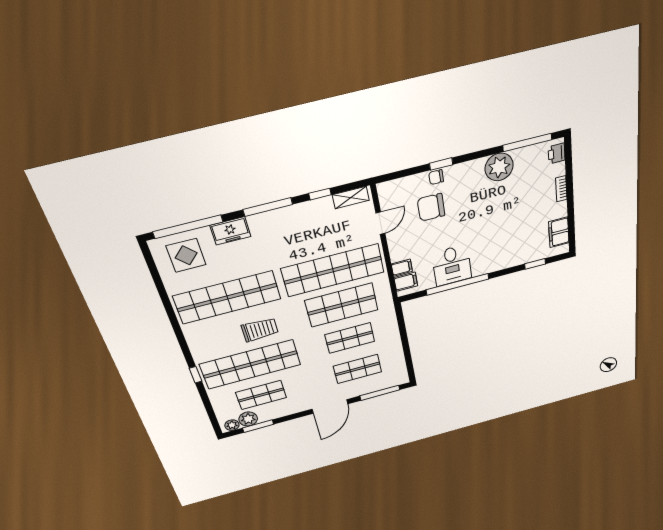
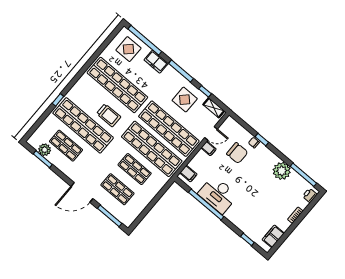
chair: (431, 207) -> (237, 153), turned 180
display table: (311, 227) -> (185, 100), added
desk: (452, 265) -> (218, 195), width x1.37
filing cabinet: (402, 268) -> (209, 148), moved
shop shelf: (342, 305) -> (152, 149), width x1.40
plant: (232, 425) -> (35, 143), removed

